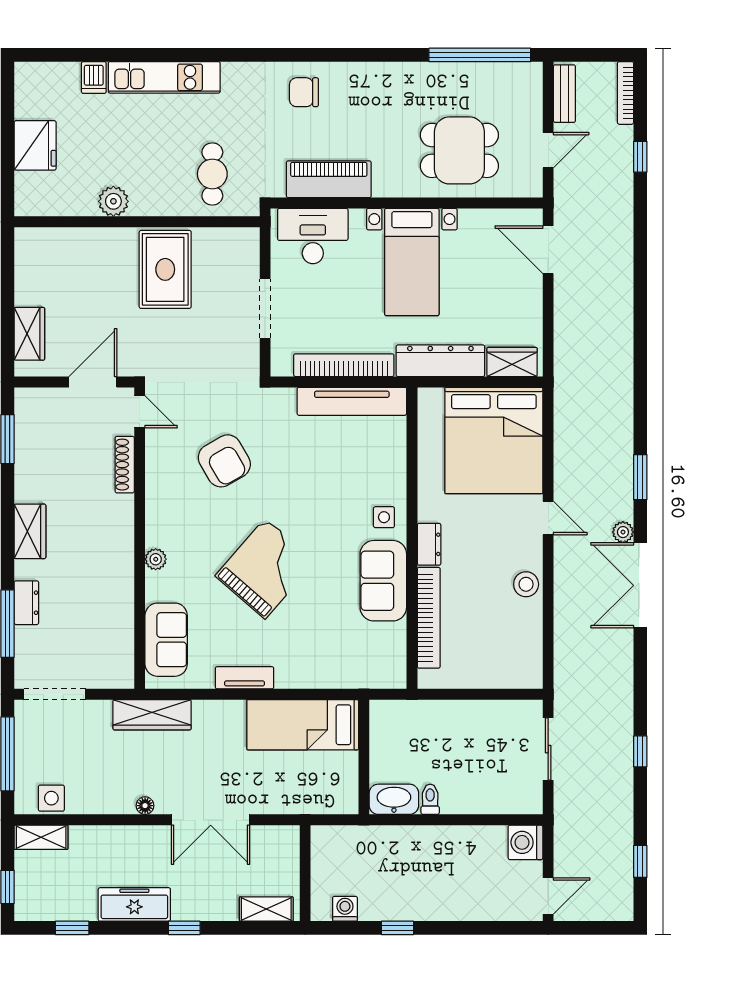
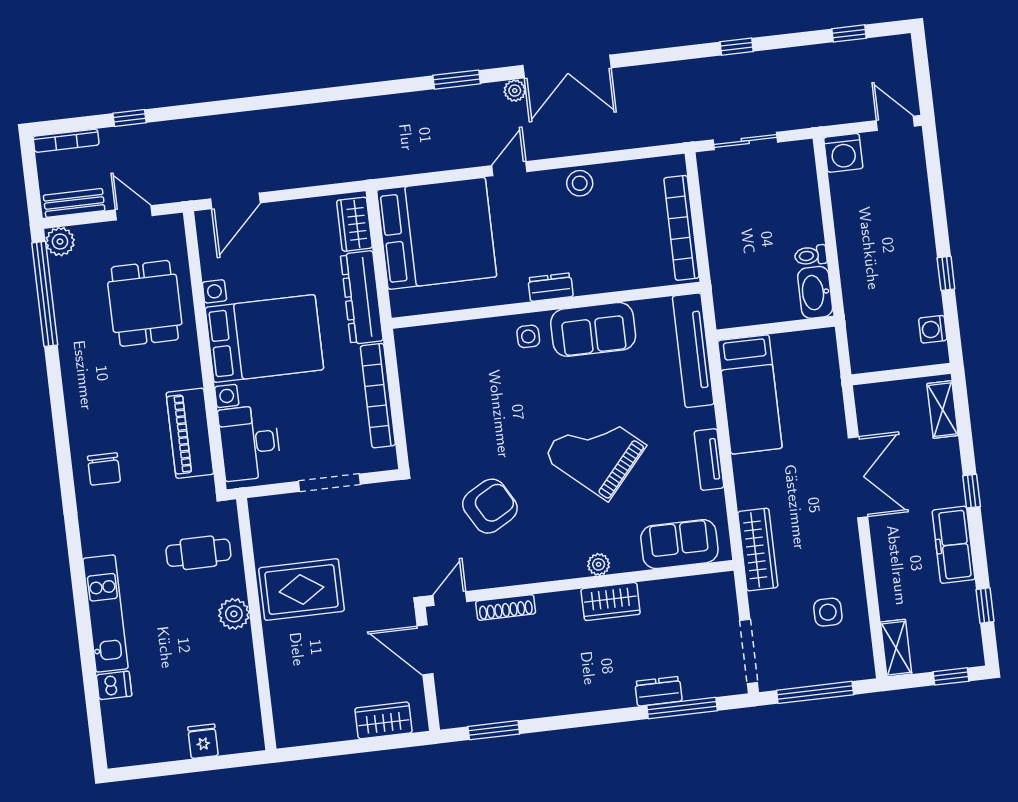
plant: (529, 76) -> (60, 242), added
fridge: (35, 145) -> (203, 741), width x0.53, depth x0.75
plant: (113, 201) -> (234, 614), moved
bed with nightstands: (412, 262) -> (264, 339), width x1.36
tv unit: (352, 401) -> (693, 350), moved, turned 180
wardrobe: (30, 531) -> (611, 602), moved, turned 180
bookcase: (429, 618) -> (681, 228), moved, turned -90
side table: (51, 798) -> (828, 612), moved
floor lamp: (145, 806) -> (851, 546), removed

